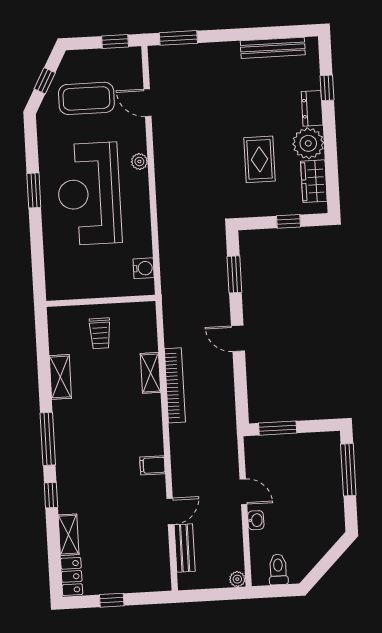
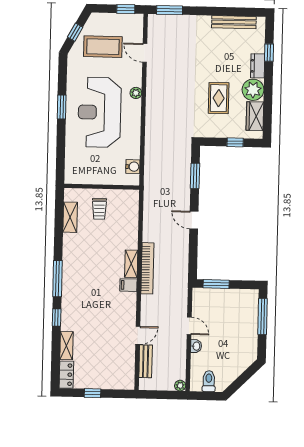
shelving: (150, 373) -> (131, 264), moved
shelving: (60, 377) -> (70, 217), moved
bookcase: (175, 385) -> (147, 268), moved
filing cabinet: (152, 465) -> (128, 285), moved

